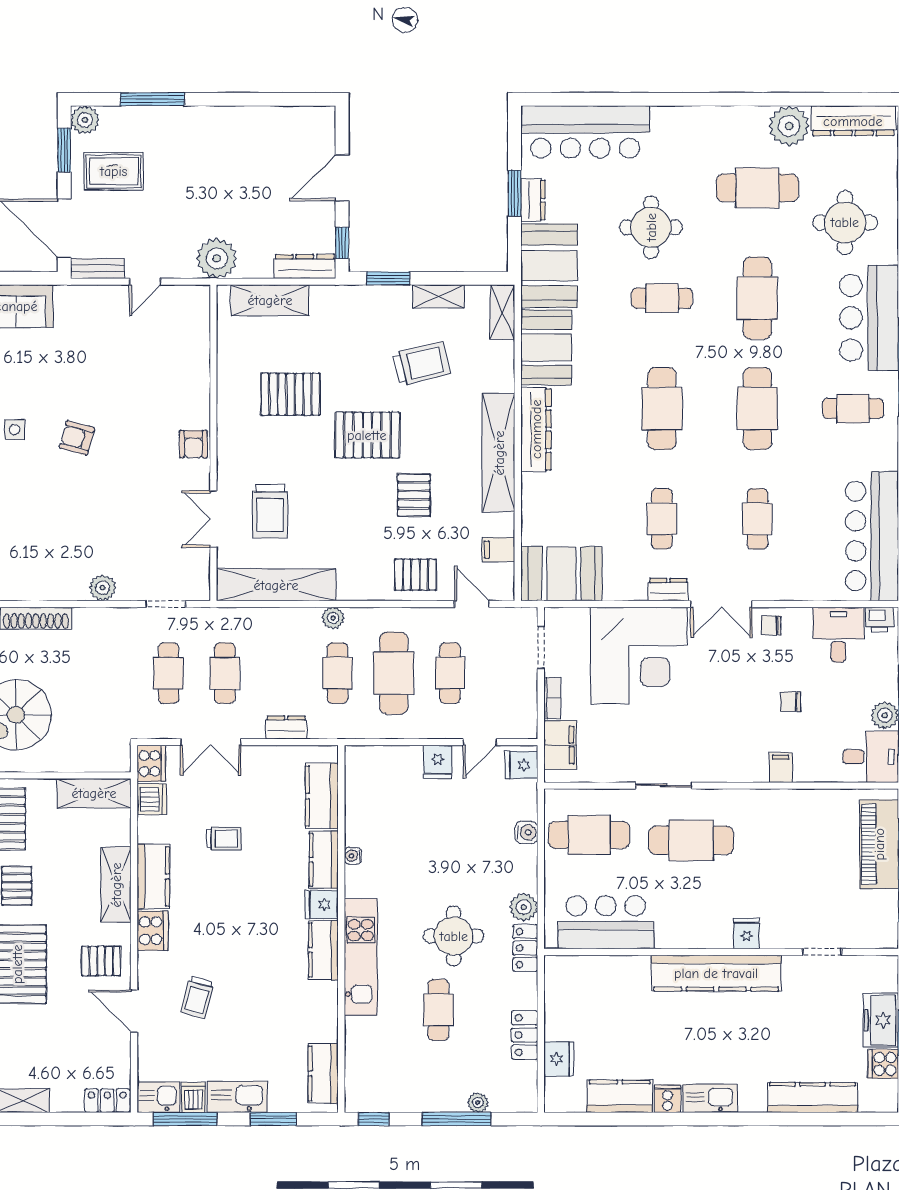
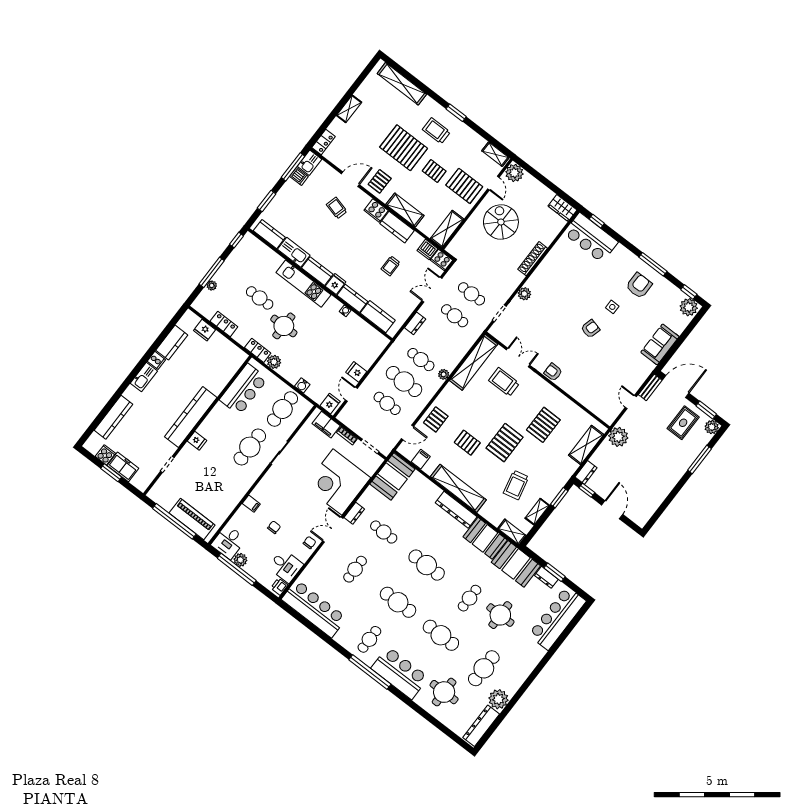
dresser: (305, 267) -> (586, 472), width x0.70
cafe table: (757, 519) -> (355, 569), turned 90
kitchen sink: (237, 1097) -> (294, 252), moved, turned -90

